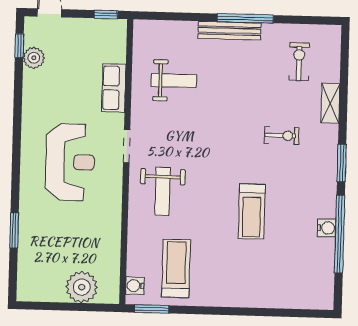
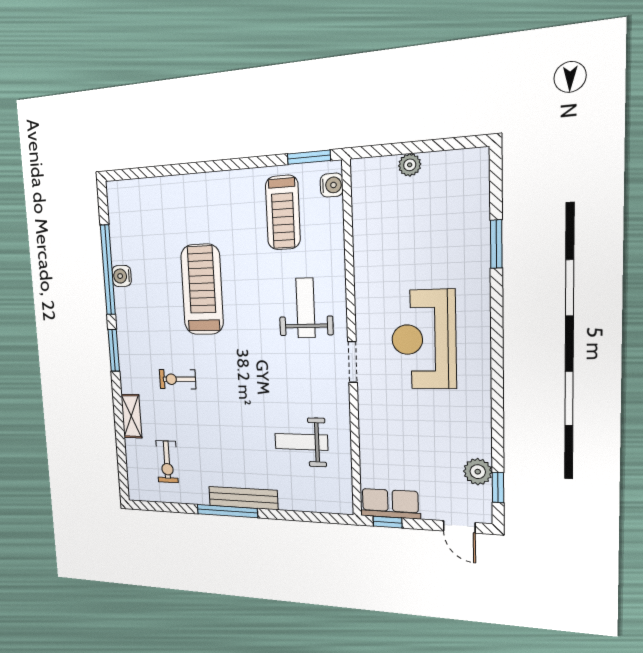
row of seats: (114, 88) -> (390, 504), moved, turned -90
treadmill: (252, 212) -> (202, 290), width x1.37, depth x1.38
plant: (82, 287) -> (410, 165), width x0.53, depth x0.53

